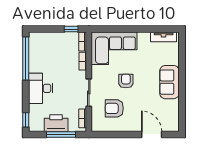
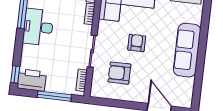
sofa: (169, 82) -> (187, 50), width x1.36
desk: (41, 88) -> (38, 27), moved
printer: (56, 123) -> (32, 80), moved

